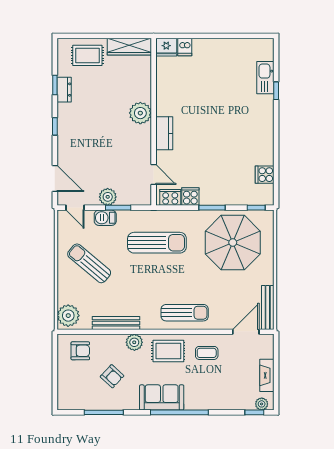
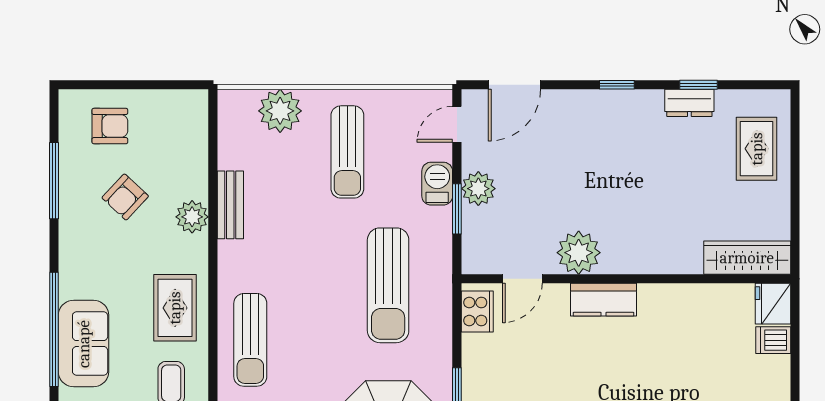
wardrobe: (129, 47) -> (747, 258), moved, turned 90
plant: (140, 113) -> (579, 253), moved
cooker: (190, 197) -> (479, 351), removed
sun lounger: (89, 263) -> (347, 152), turned 140
plant: (68, 316) -> (280, 111), moved
bench: (116, 323) -> (230, 205), width x0.73
plant: (134, 342) -> (192, 217), moved
armchair: (80, 351) -> (110, 126), moved, turned -90
sofa: (162, 397) -> (84, 344), moved

